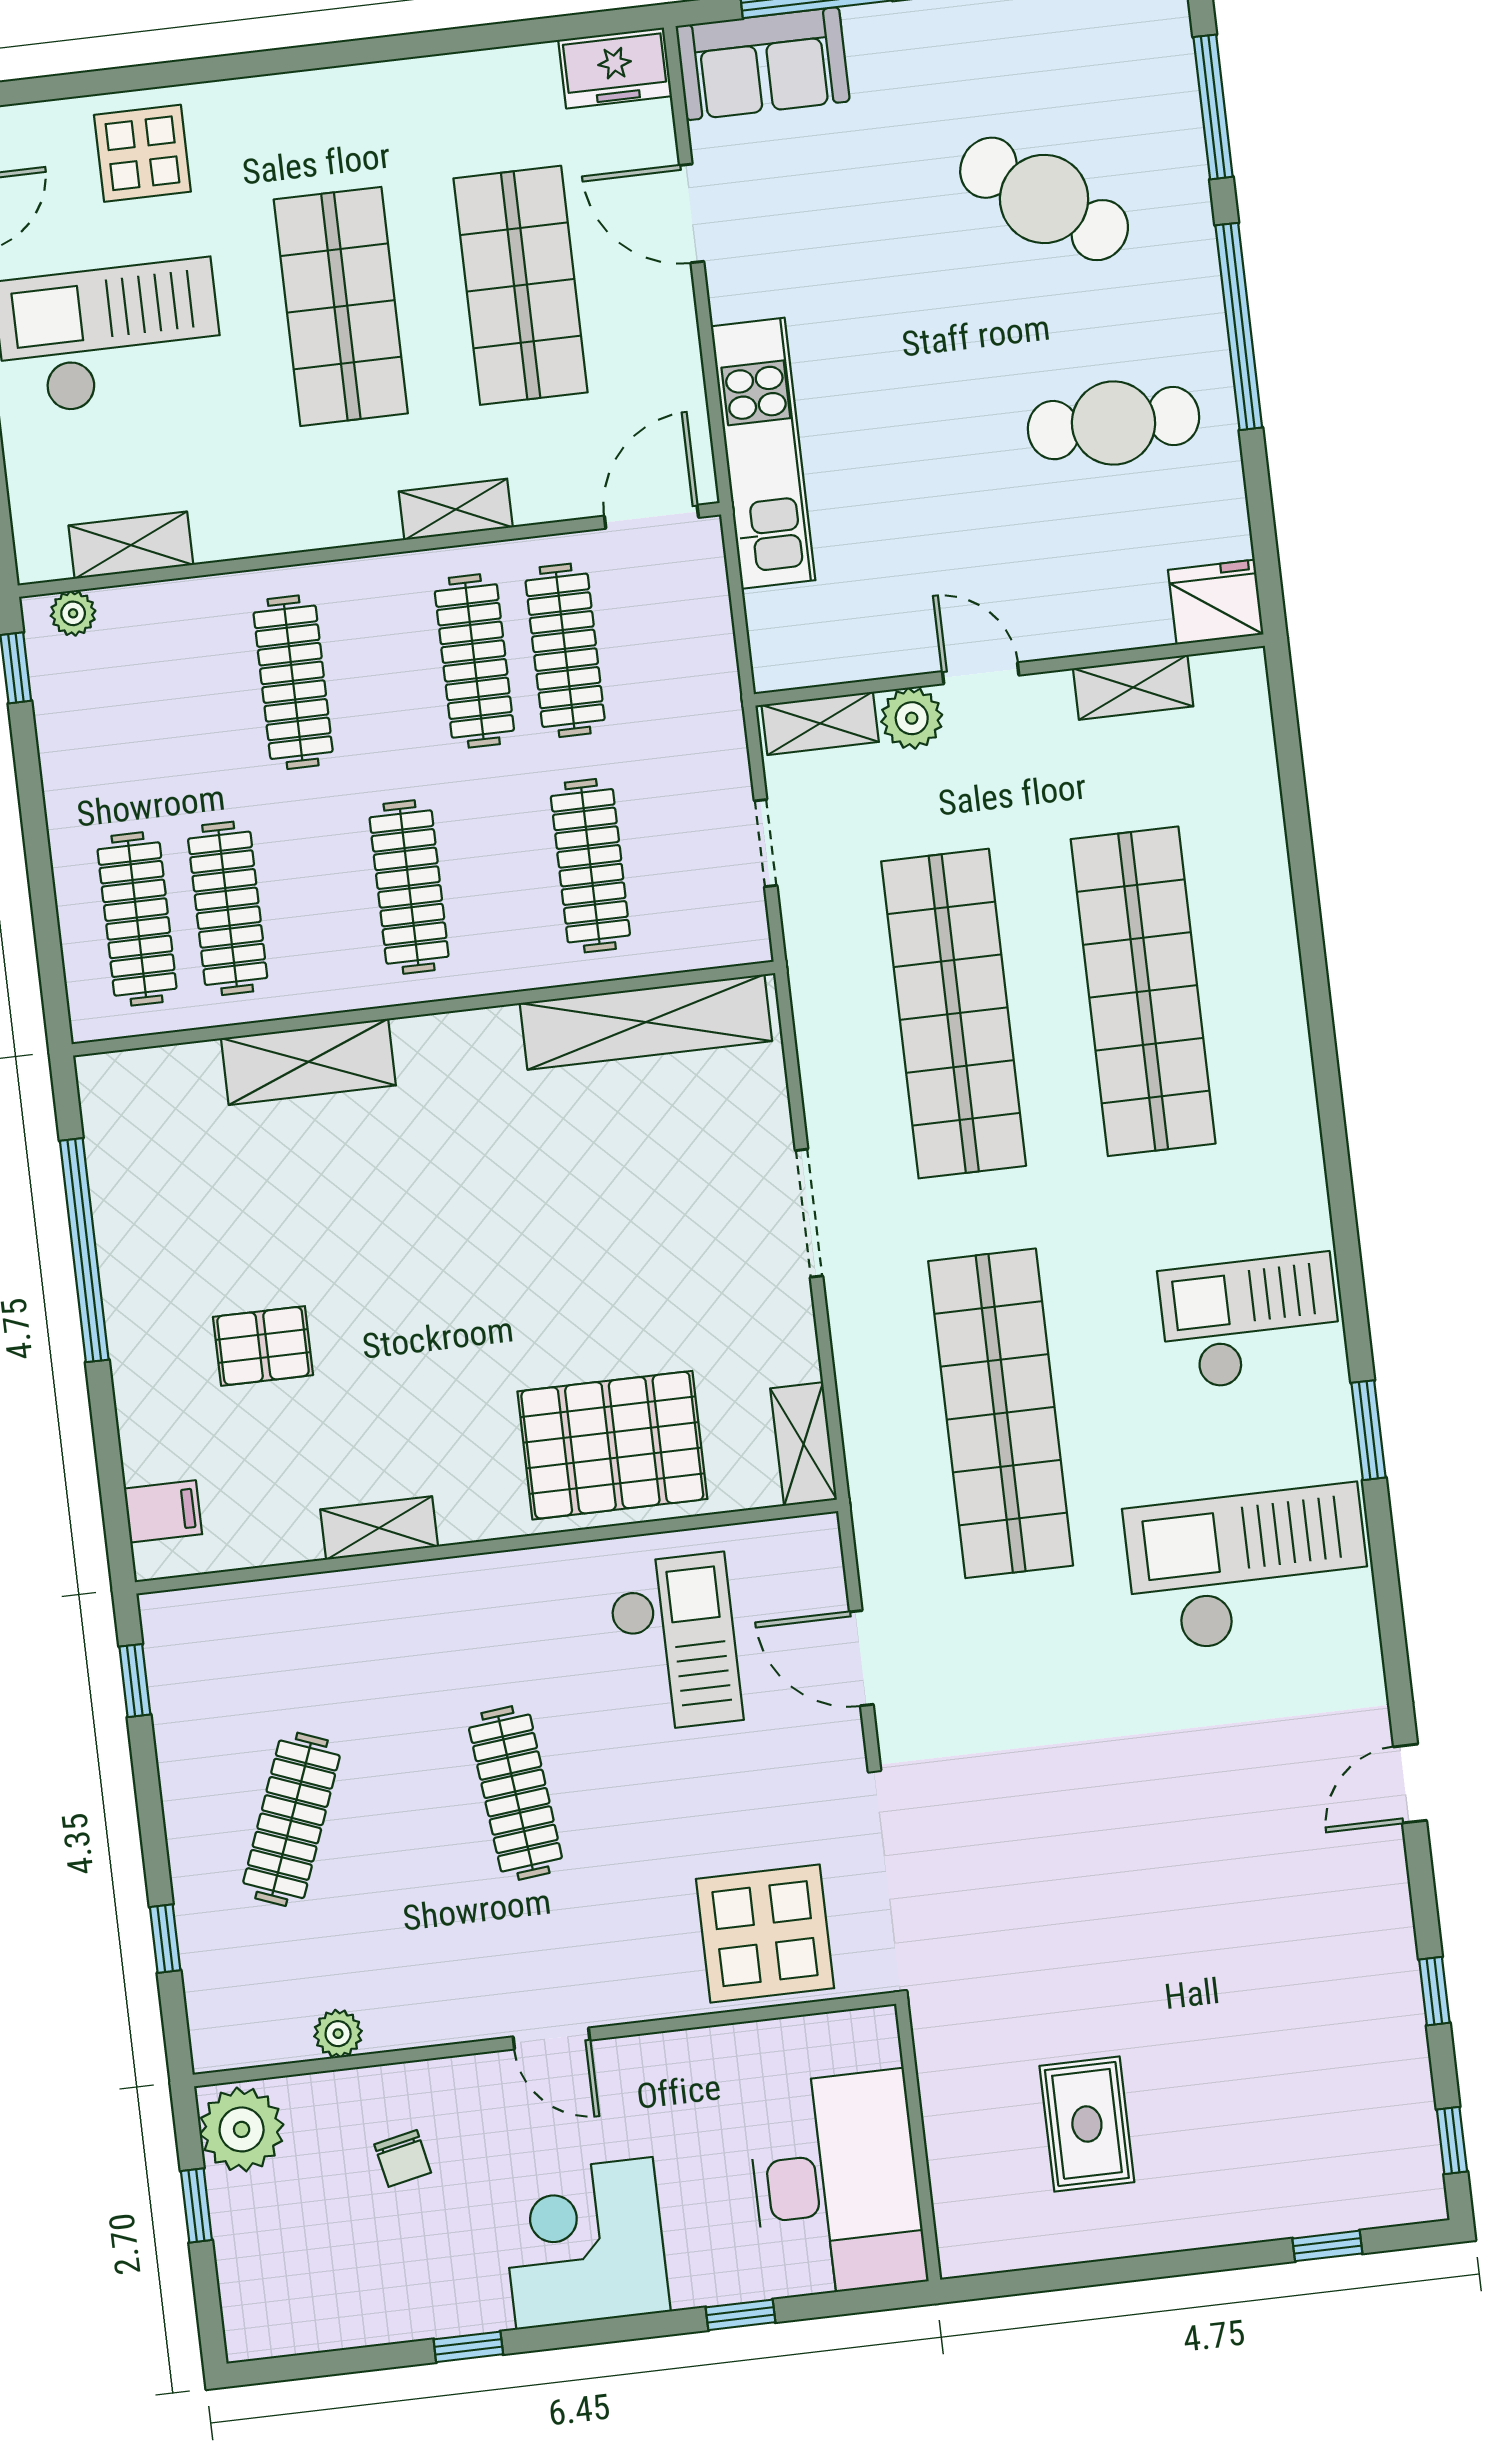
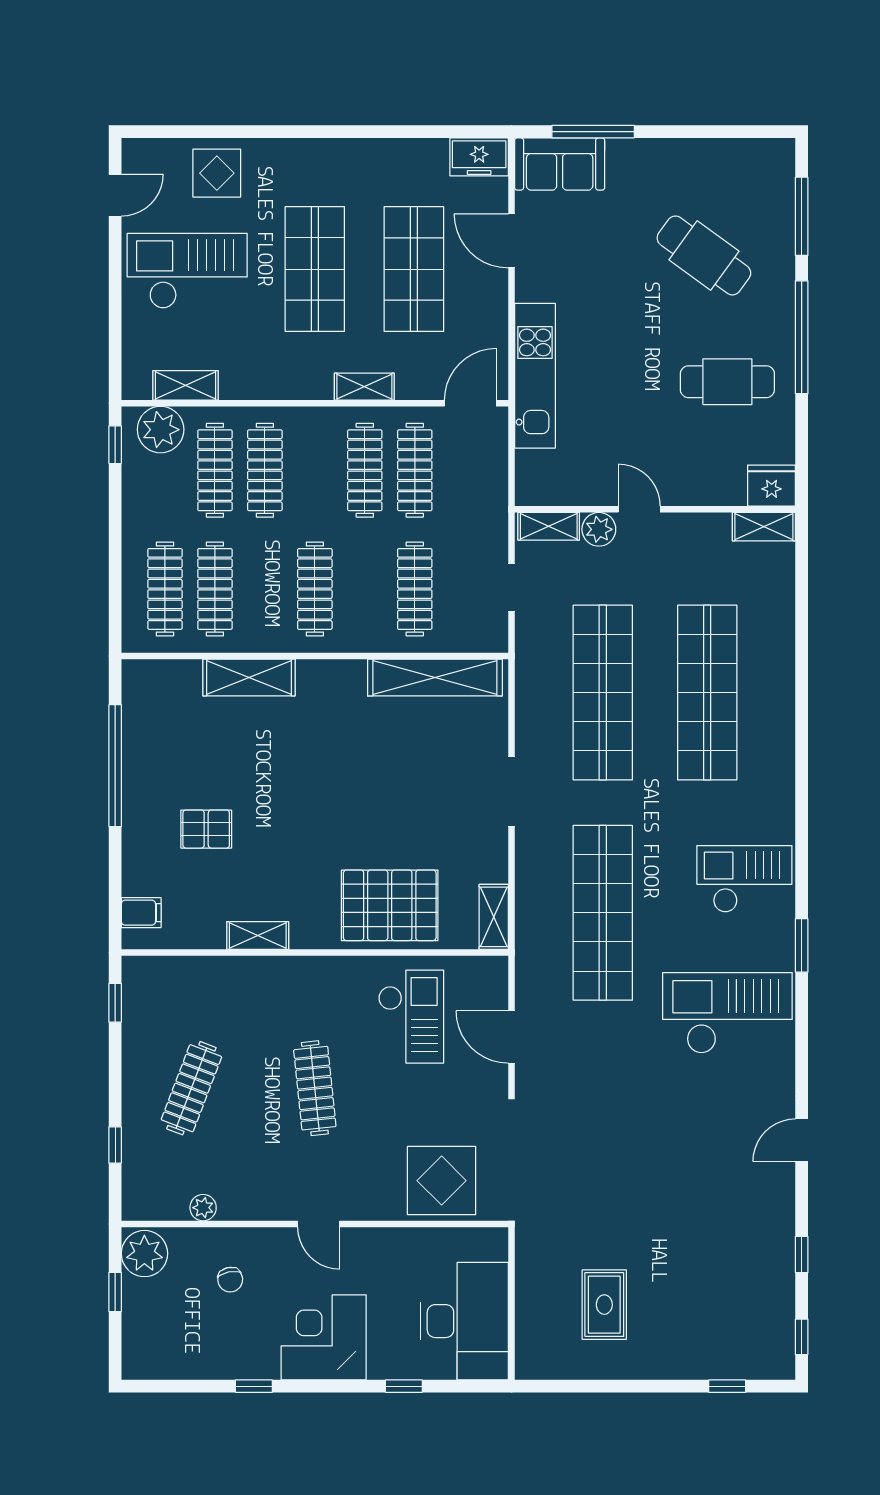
plant: (73, 613) -> (161, 430), width x1.88, depth x1.88
shelving: (1133, 687) -> (764, 527), moved
clothes rail: (202, 693) -> (215, 470), added

